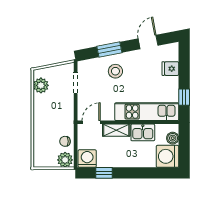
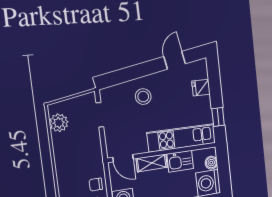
window: (109, 50) -> (134, 72), removed
door: (91, 122) -> (123, 158), swing flipped

